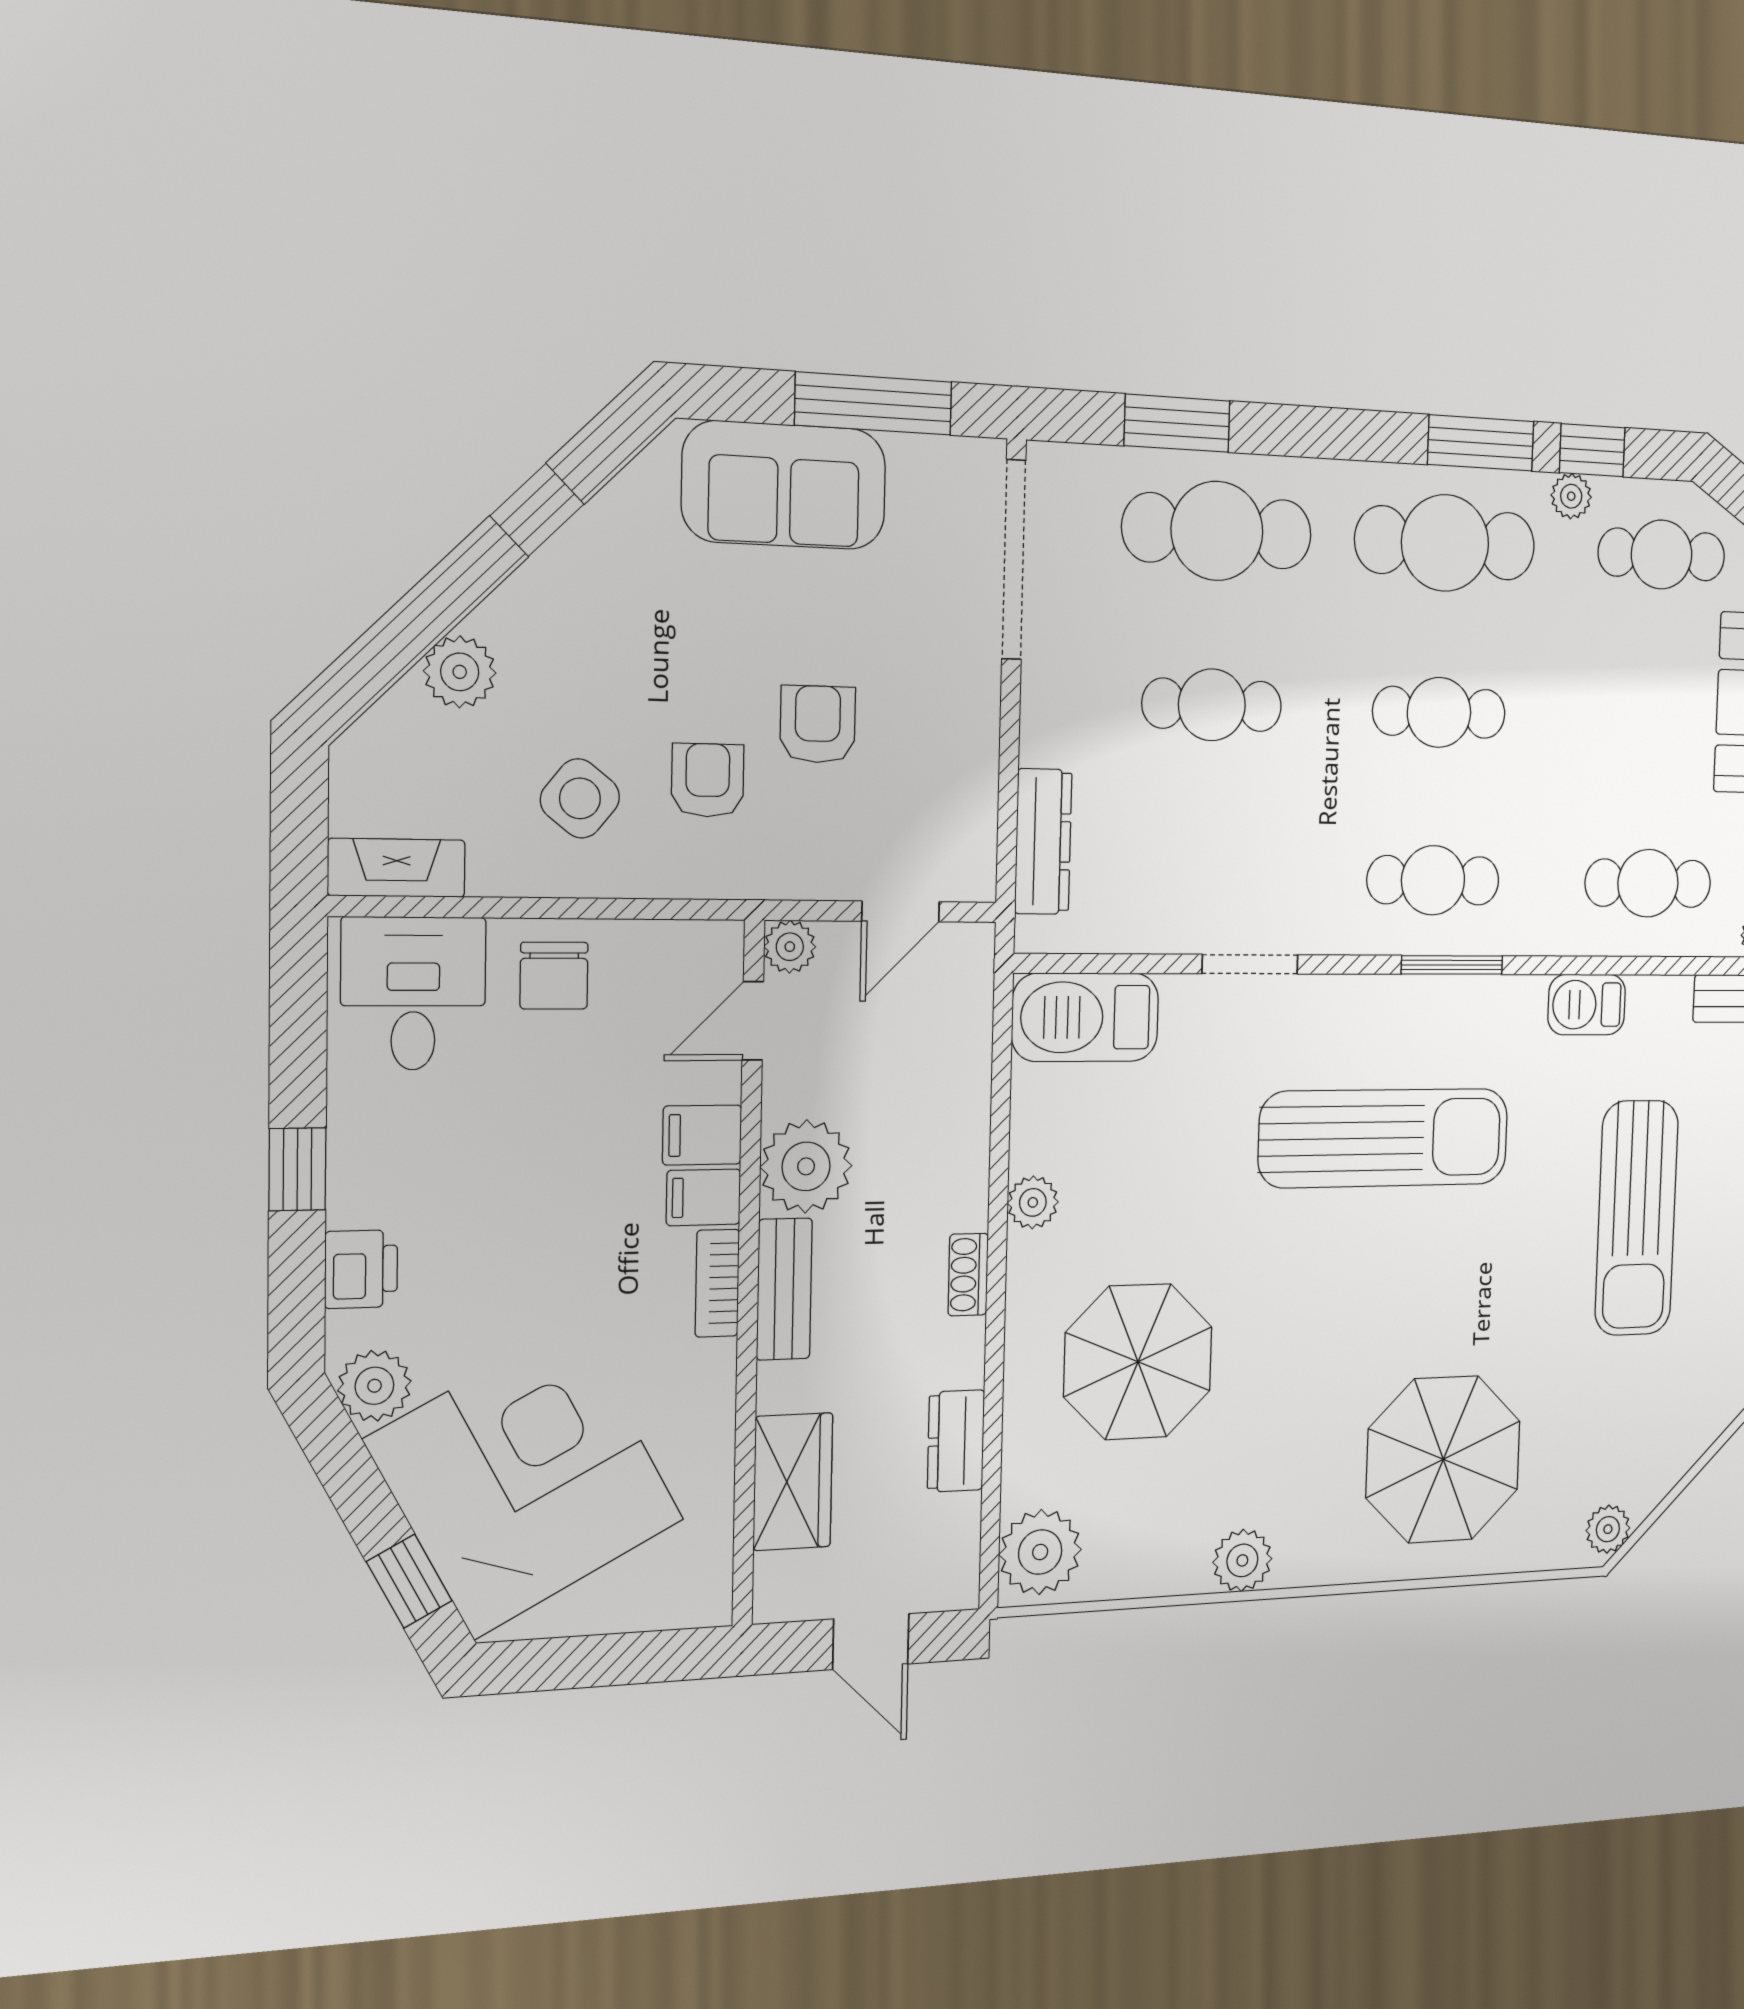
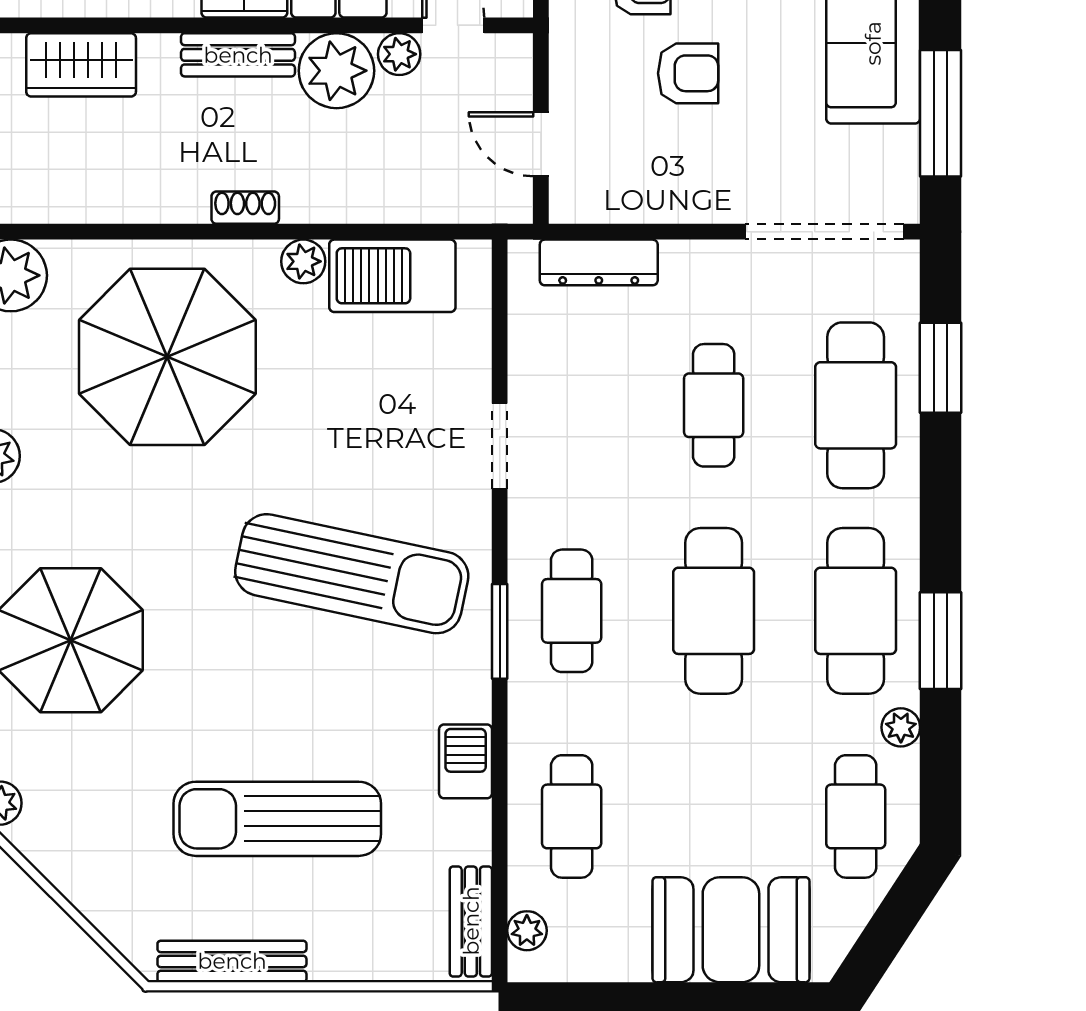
window: (1592, 450) -> (941, 746), removed
cafe table: (1439, 712) -> (714, 611), width x1.37, depth x1.35
plant: (790, 947) -> (399, 54), moved
barbecue: (1085, 1017) -> (392, 276), moved, turned -90
sun lounger: (1384, 1138) -> (352, 574), turned -78
parasol: (1138, 1362) -> (167, 357), width x1.36, depth x1.36
dresser: (956, 1441) -> (108, 201), removed

